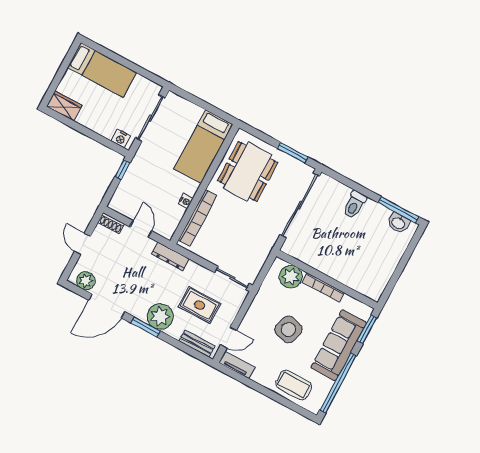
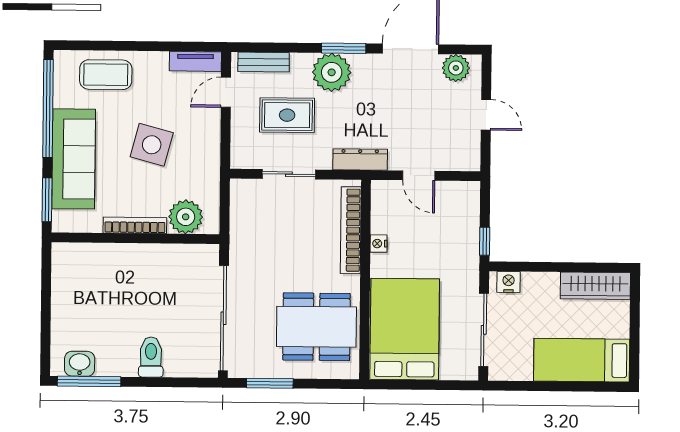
wardrobe: (64, 106) -> (595, 286), width x1.50
bed: (203, 146) -> (405, 329), width x1.50
dining table: (248, 172) -> (316, 327), turned 90
shoe rack: (111, 223) -> (462, 162), removed
sliding door: (232, 278) -> (289, 174), moved

